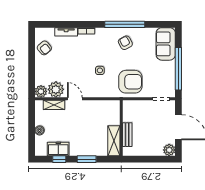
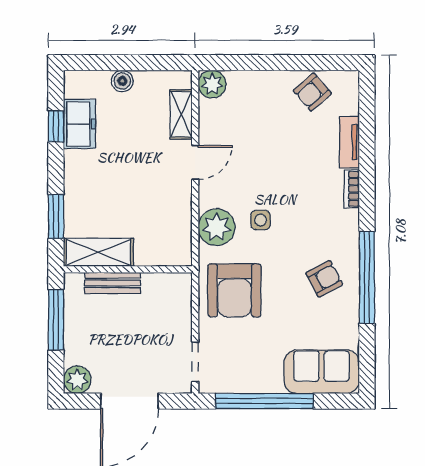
plant: (56, 89) -> (217, 227), moved
window: (87, 159) -> (56, 217), moved
window: (143, 159) -> (56, 320), added

